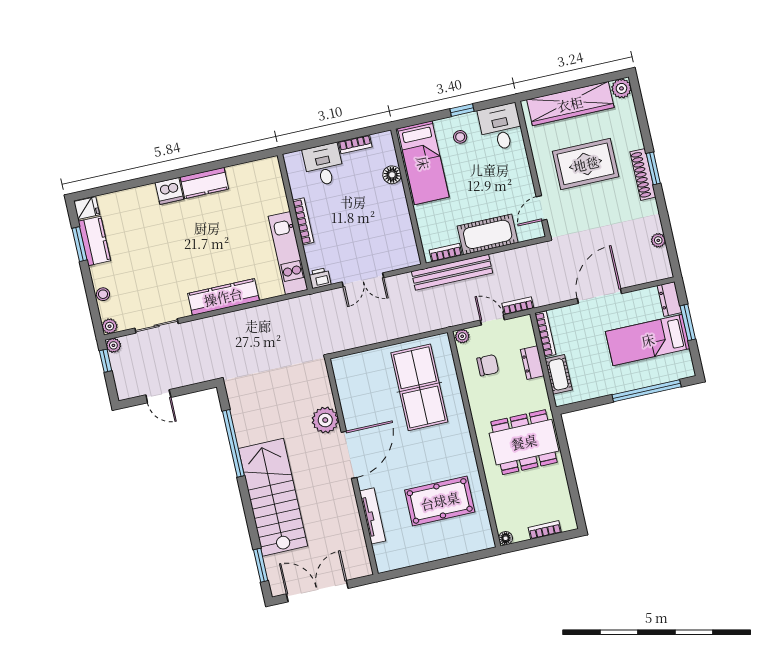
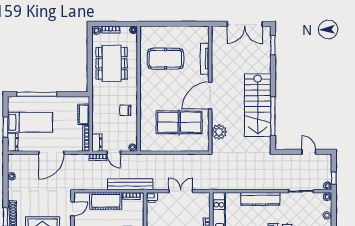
printer: (320, 278) -> (152, 197), moved
dresser: (532, 363) -> (97, 143), moved
chair: (488, 365) -> (125, 110), moved
table tennis table: (419, 387) -> (179, 122), moved, turned 90
plant: (325, 420) -> (219, 132), moved
dining table: (524, 442) -> (112, 63), moved, turned 90
stairs: (273, 497) -> (258, 105), moved
plant: (569, 523) -> (96, 30), added

